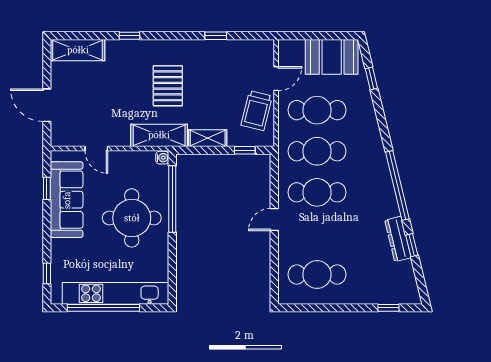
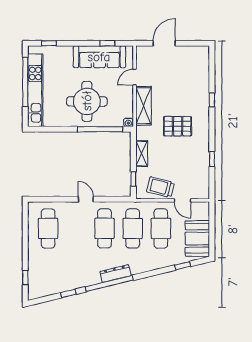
shelving: (78, 50) -> (202, 64), removed
shelving: (159, 135) -> (144, 106), moved
dresser: (398, 239) -> (115, 274), moved

